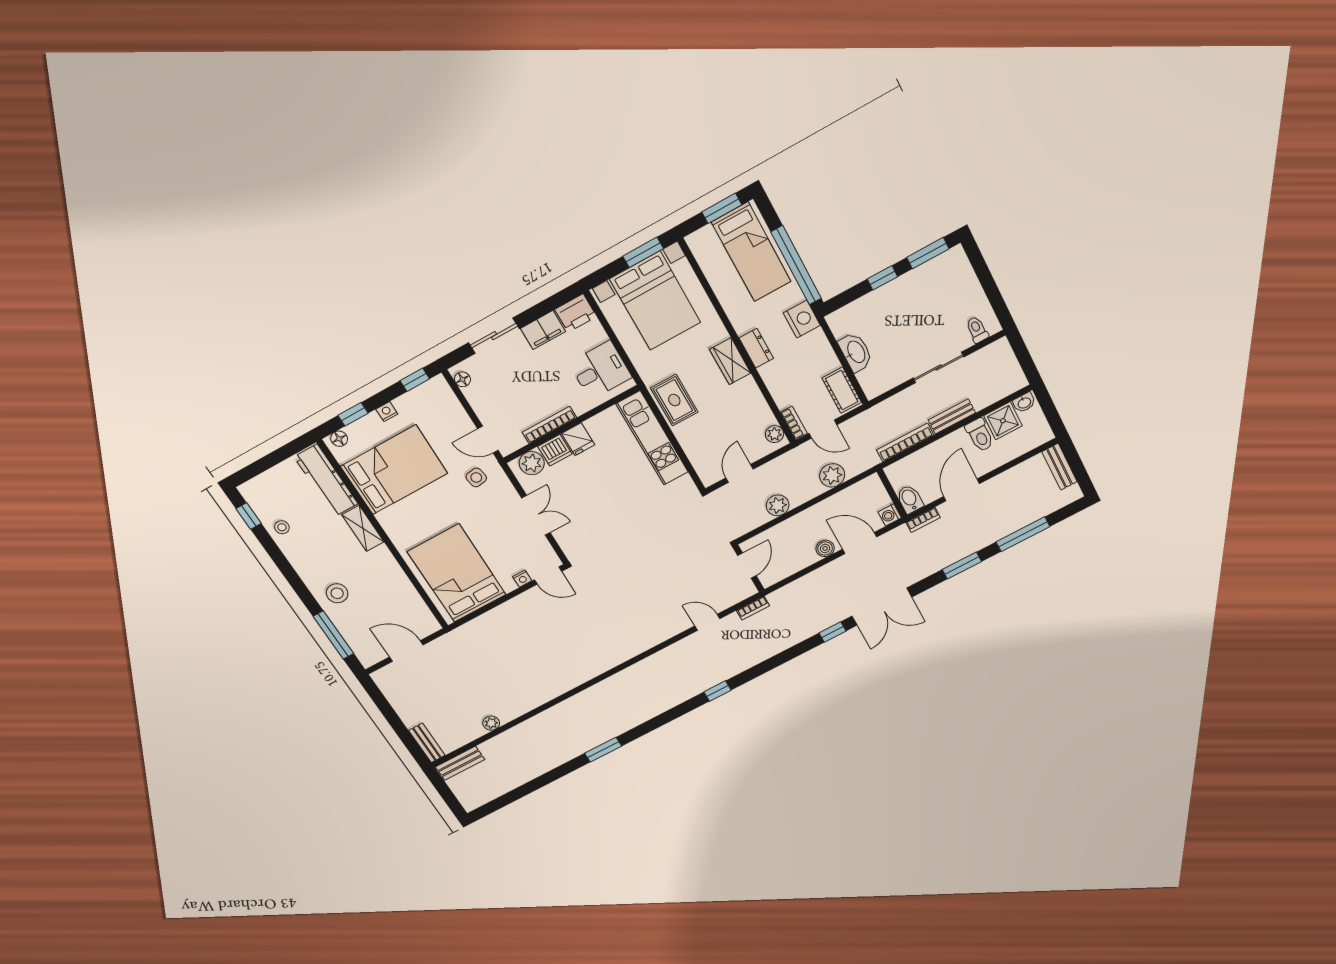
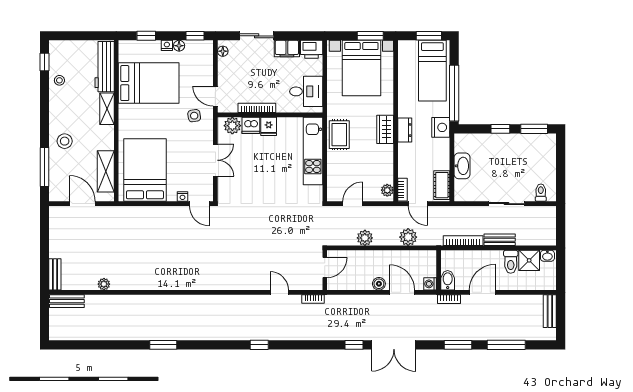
floor lamp: (339, 439) -> (179, 46), moved
shelving: (410, 600) -> (106, 171), added

